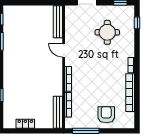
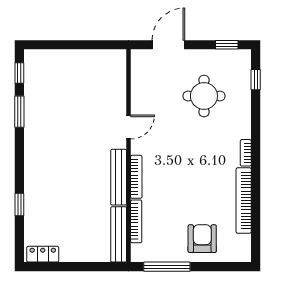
bench: (58, 22) -> (119, 177), moved
door: (64, 50) -> (129, 127), swing flipped
locker: (25, 124) -> (43, 254), moved

